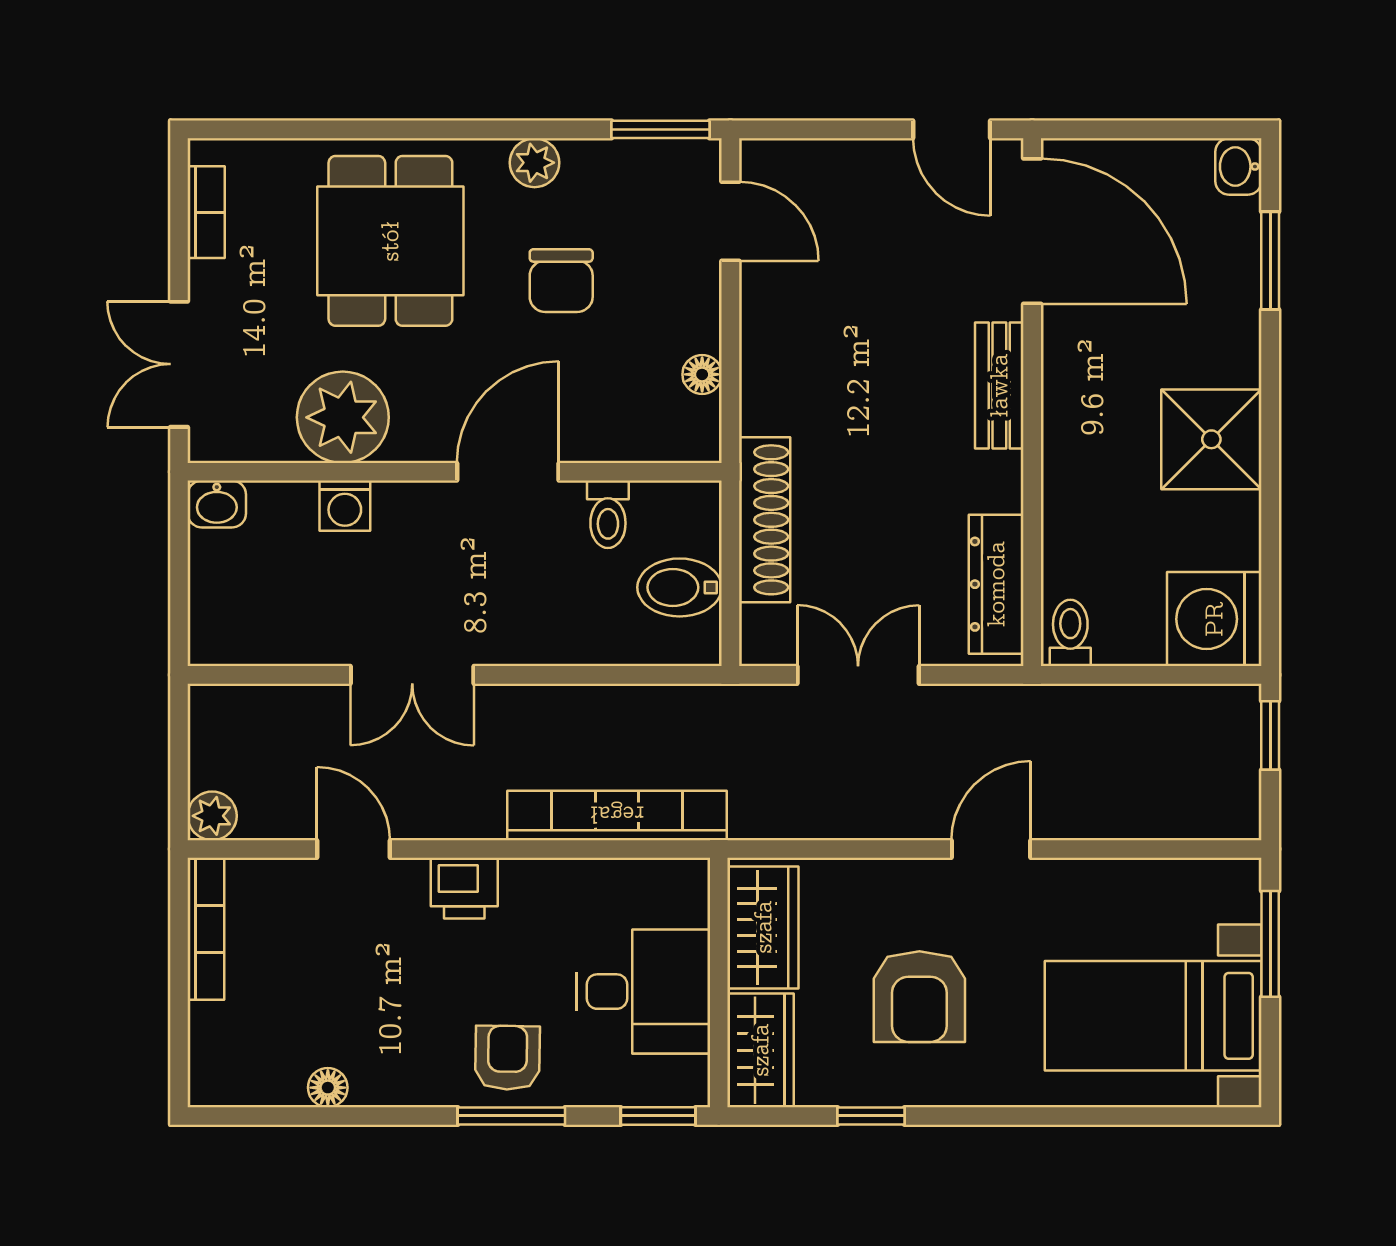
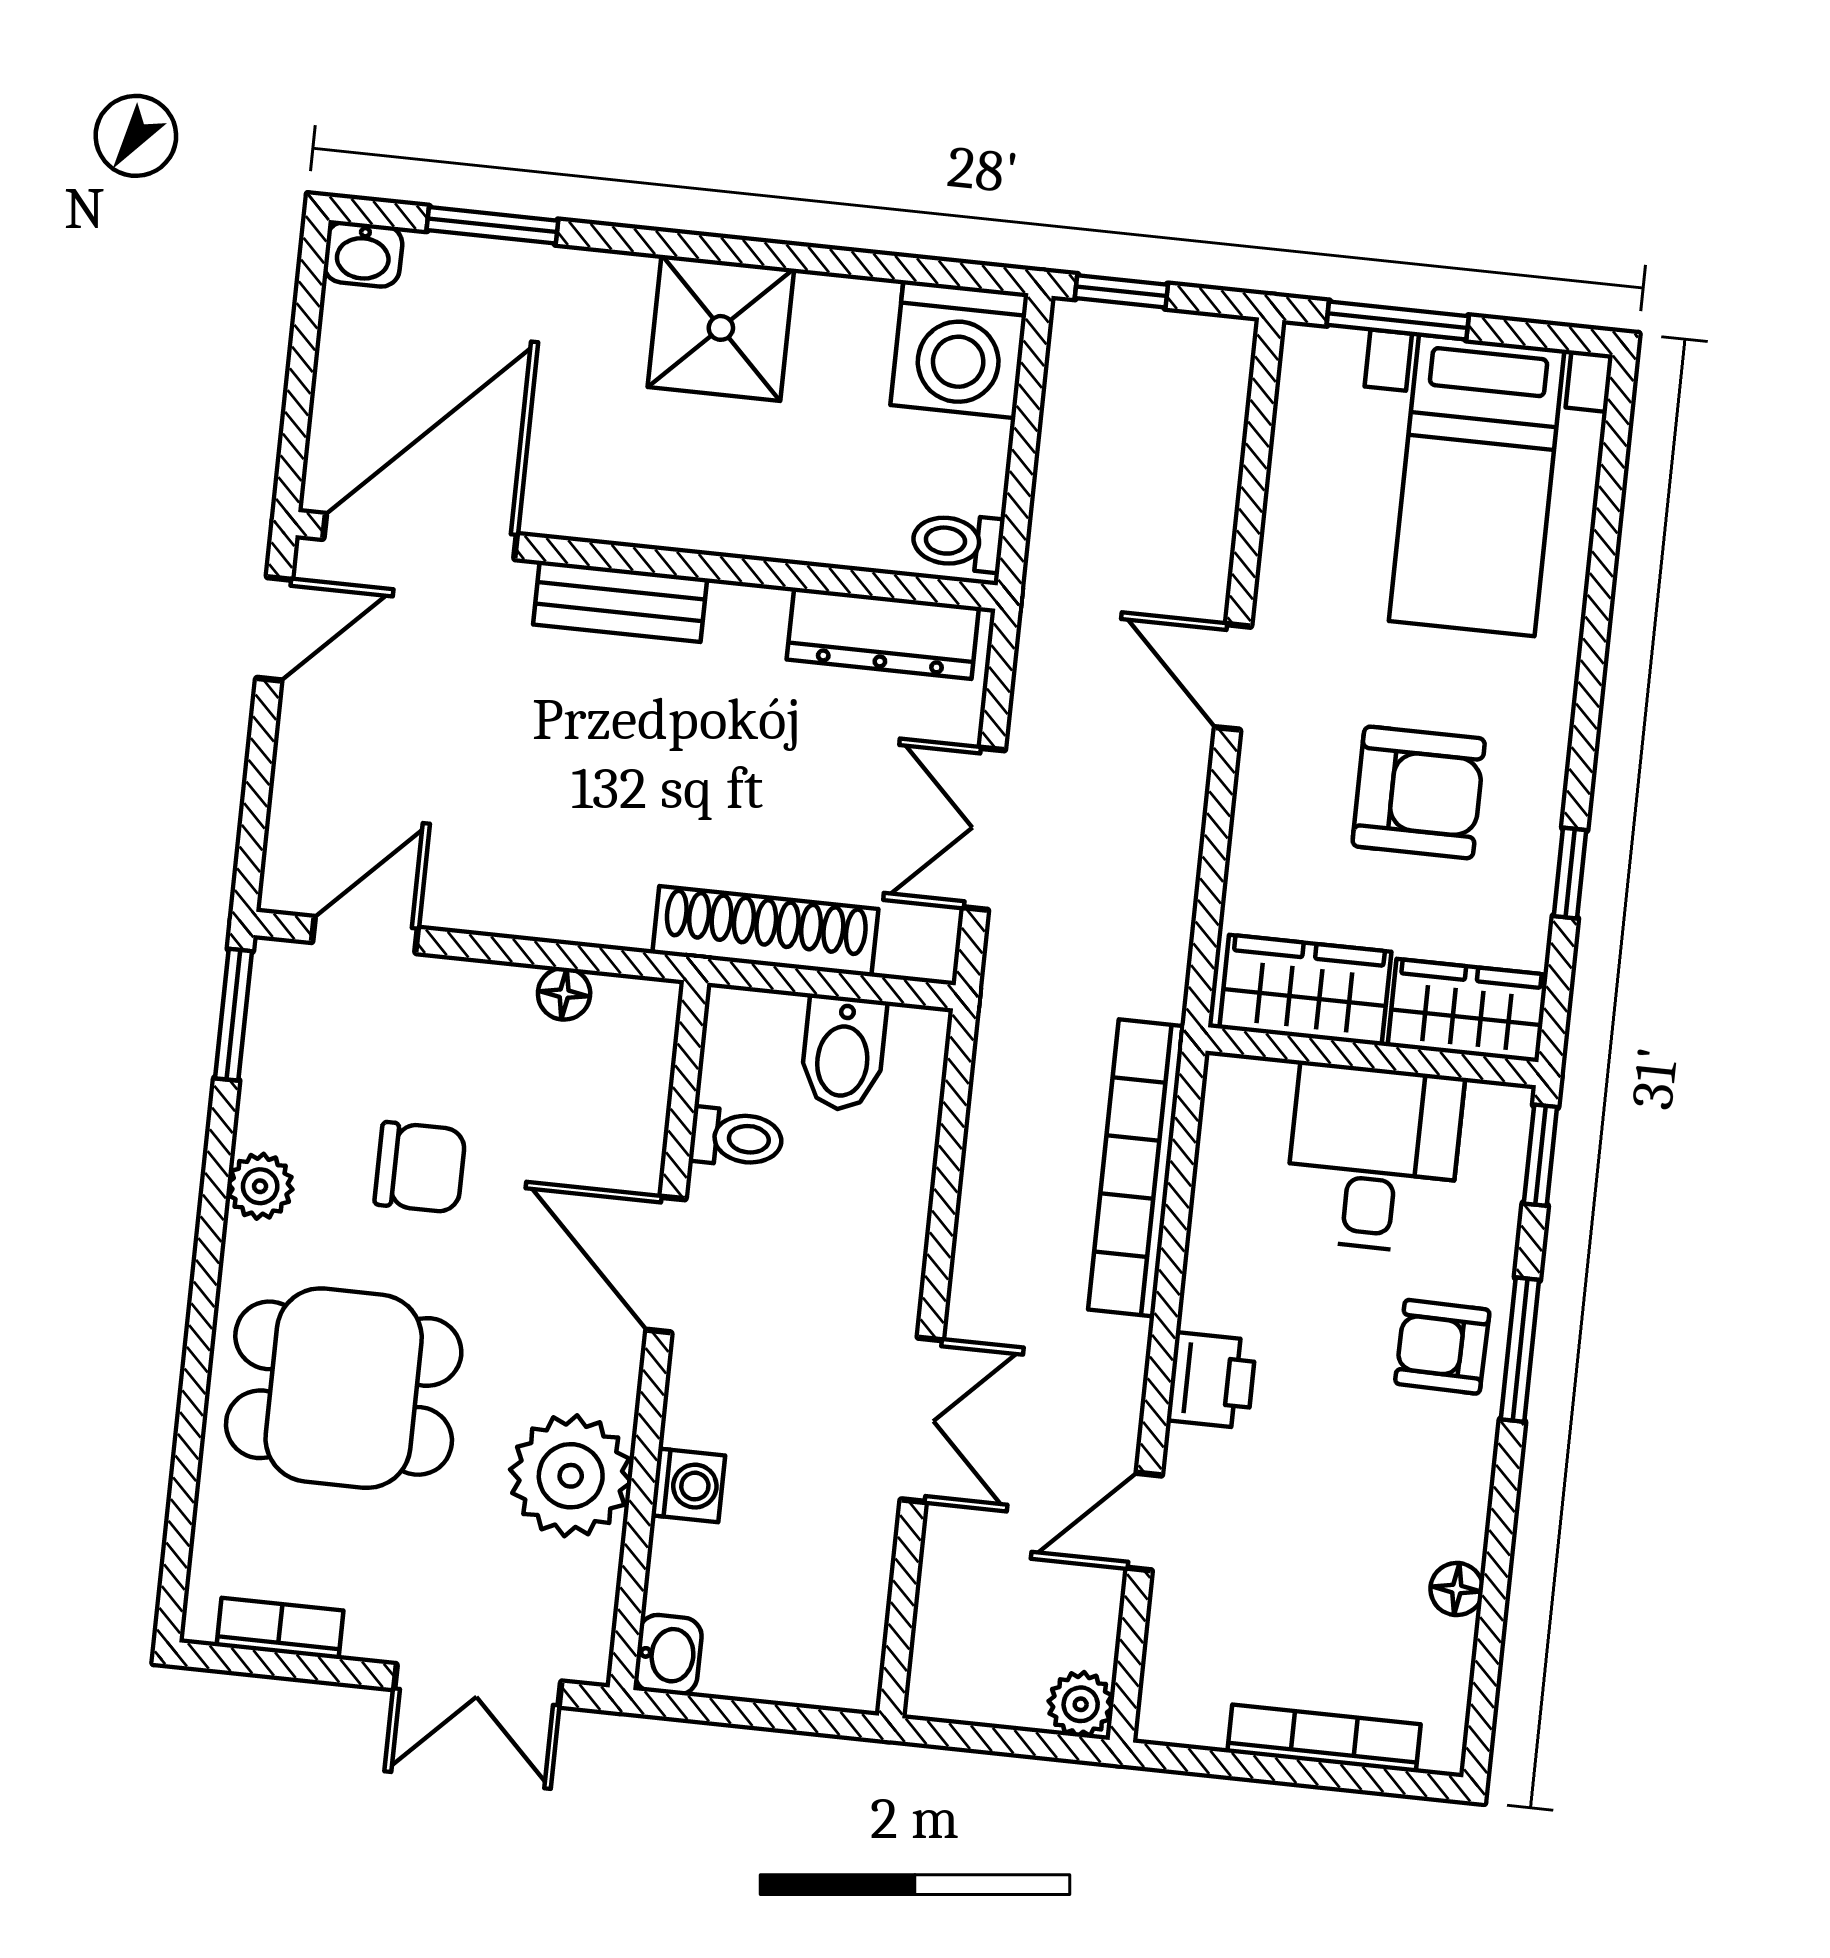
bookcase: (206, 929) -> (1324, 1738), moved

